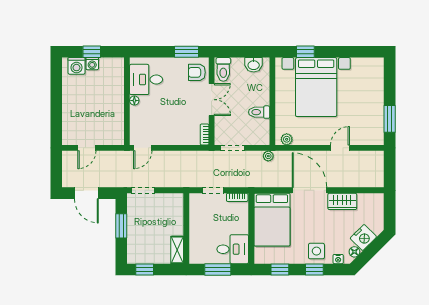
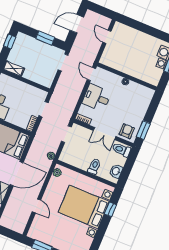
desk: (146, 79) -> (97, 98), moved, turned -90
toilet: (259, 112) -> (94, 166), moved

